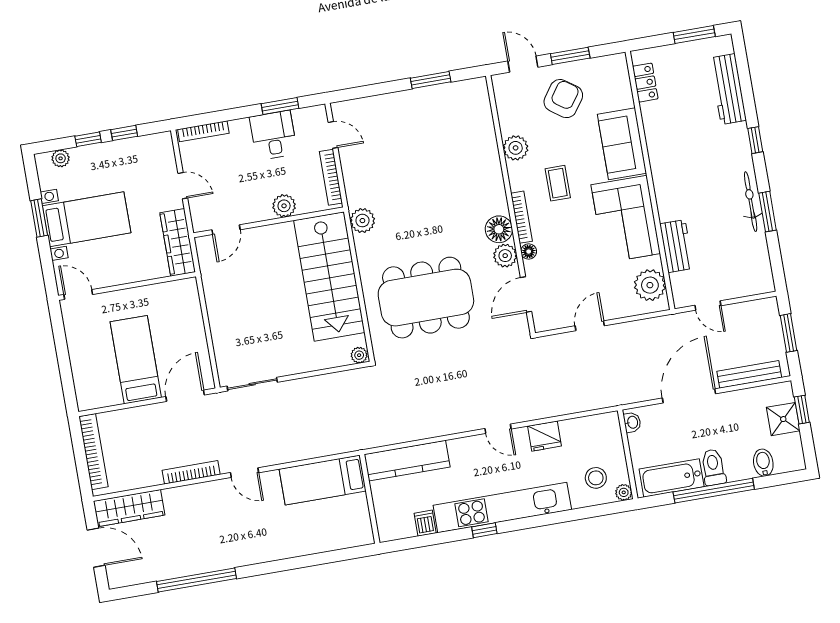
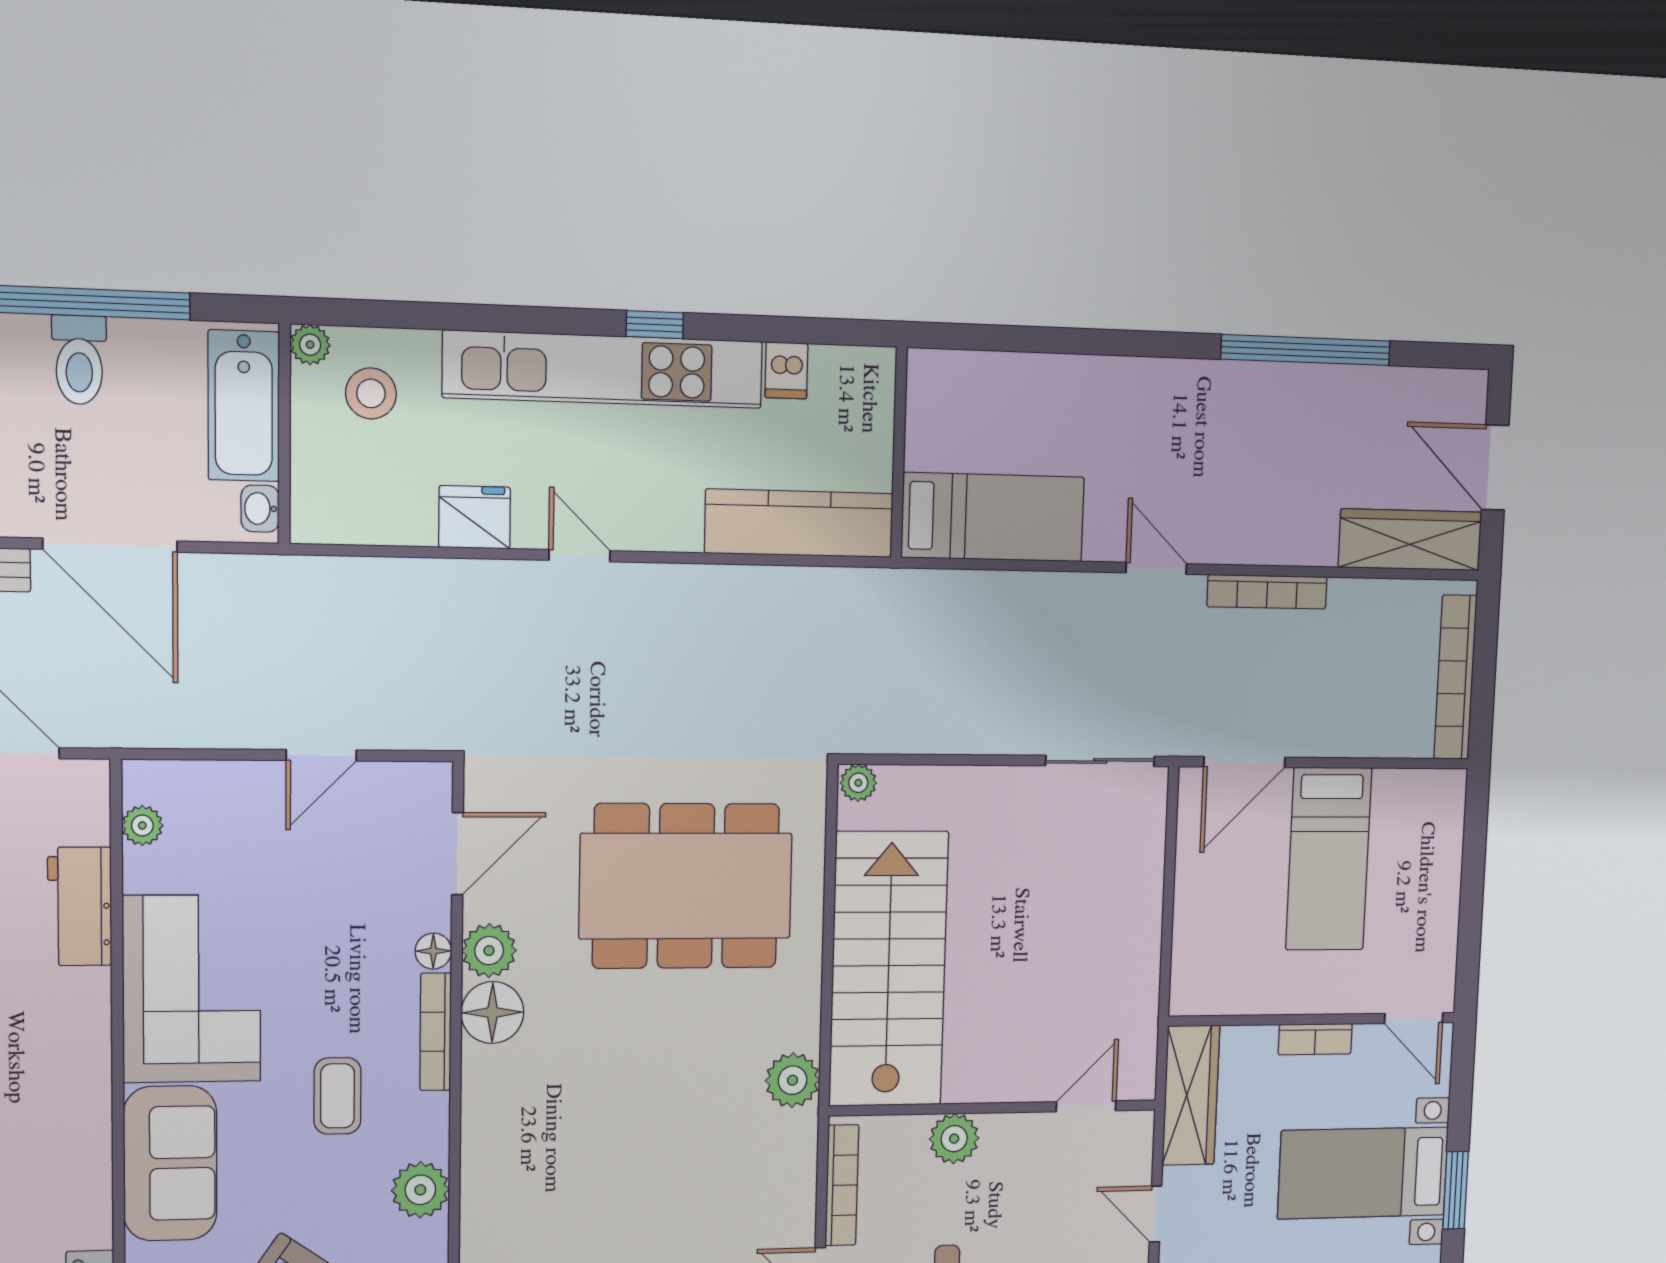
bookcase: (124, 277) -> (1315, 1039), added
plant: (650, 285) -> (142, 825), width x0.53, depth x0.53
door: (689, 396) -> (110, 545), hinge flipped
bathtub: (672, 478) -> (244, 406), moved, turned 90

